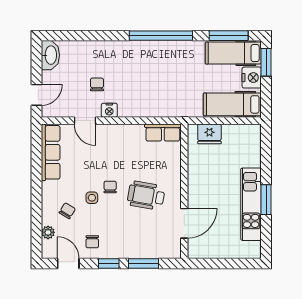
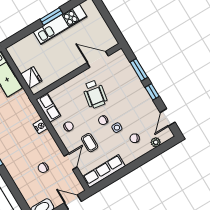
nightstand: (109, 110) -> (40, 126), moved
coffee table: (94, 156) -> (90, 143), added
chair: (92, 242) -> (69, 126), moved

